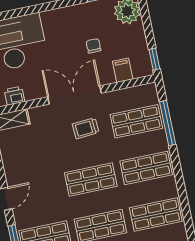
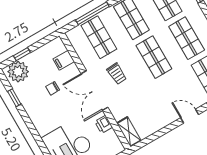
window: (154, 59) -> (22, 54), moved
printer: (14, 96) -> (103, 124), moved

